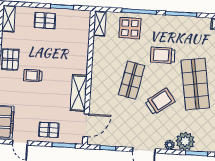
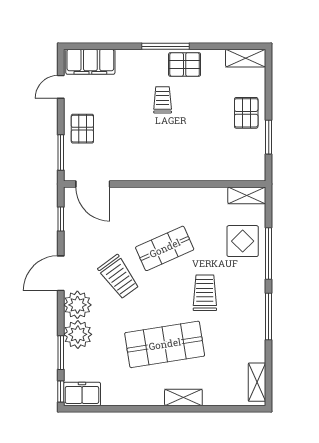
shop shelf: (132, 80) -> (165, 248), turned -36
shelving: (79, 93) -> (141, 170), removed
trolley: (160, 101) -> (119, 277), moved
plant: (170, 145) -> (77, 305), width x1.88, depth x1.88

